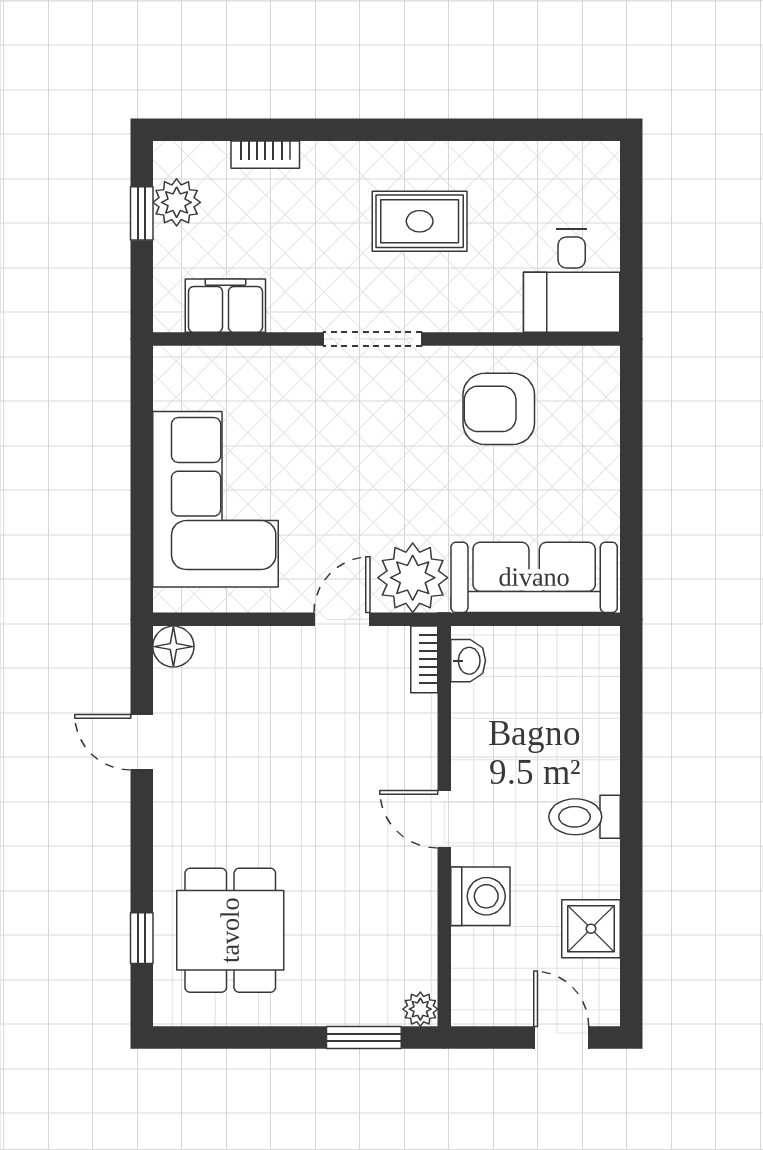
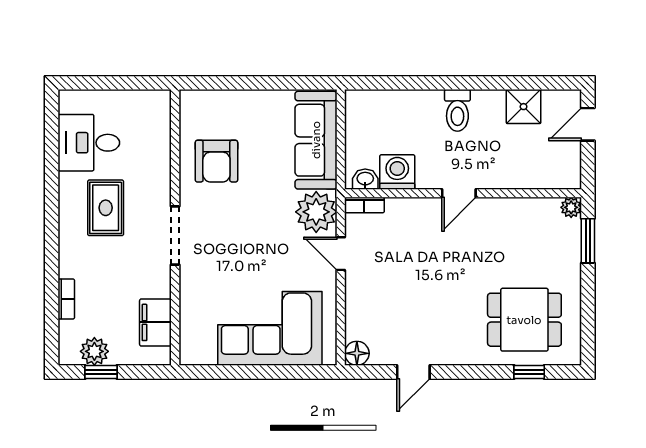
desk: (572, 280) -> (89, 143), moved, turned 180
washing machine: (480, 896) -> (397, 172), moved

